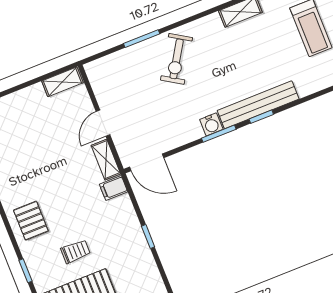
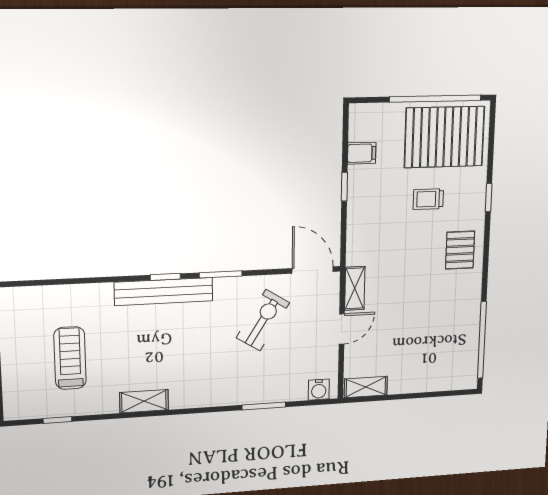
exercise bike: (177, 59) -> (263, 320), moved
water cooler: (211, 124) -> (319, 390), moved, turned 180
filing cabinet: (114, 188) -> (362, 153), moved

